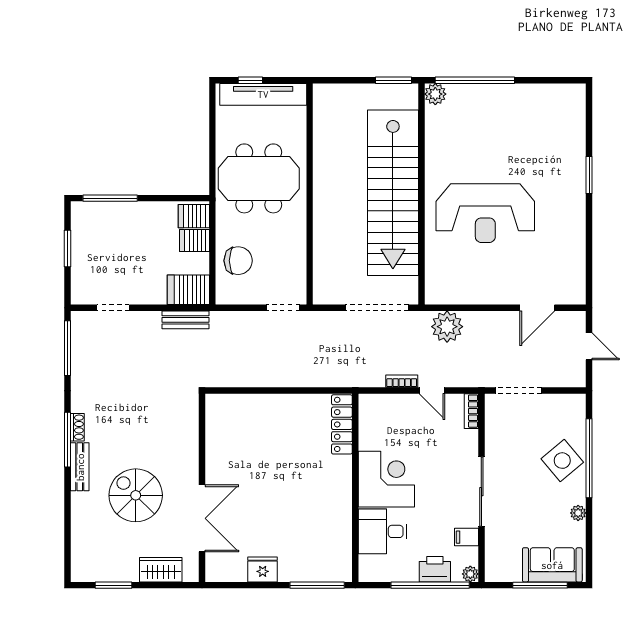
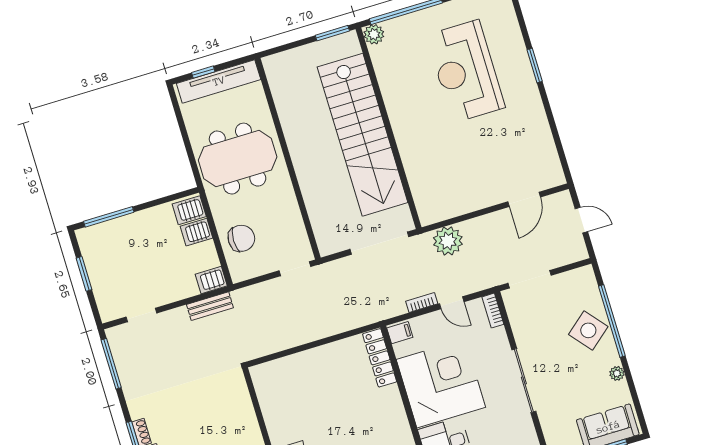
reception desk: (485, 213) -> (466, 71), moved, turned 90
server rack: (188, 290) -> (211, 280), width x0.73, depth x0.70
corner desk: (386, 479) -> (441, 383), width x1.36, depth x1.36
filing cabinet: (466, 537) -> (400, 333), moved, turned 180

